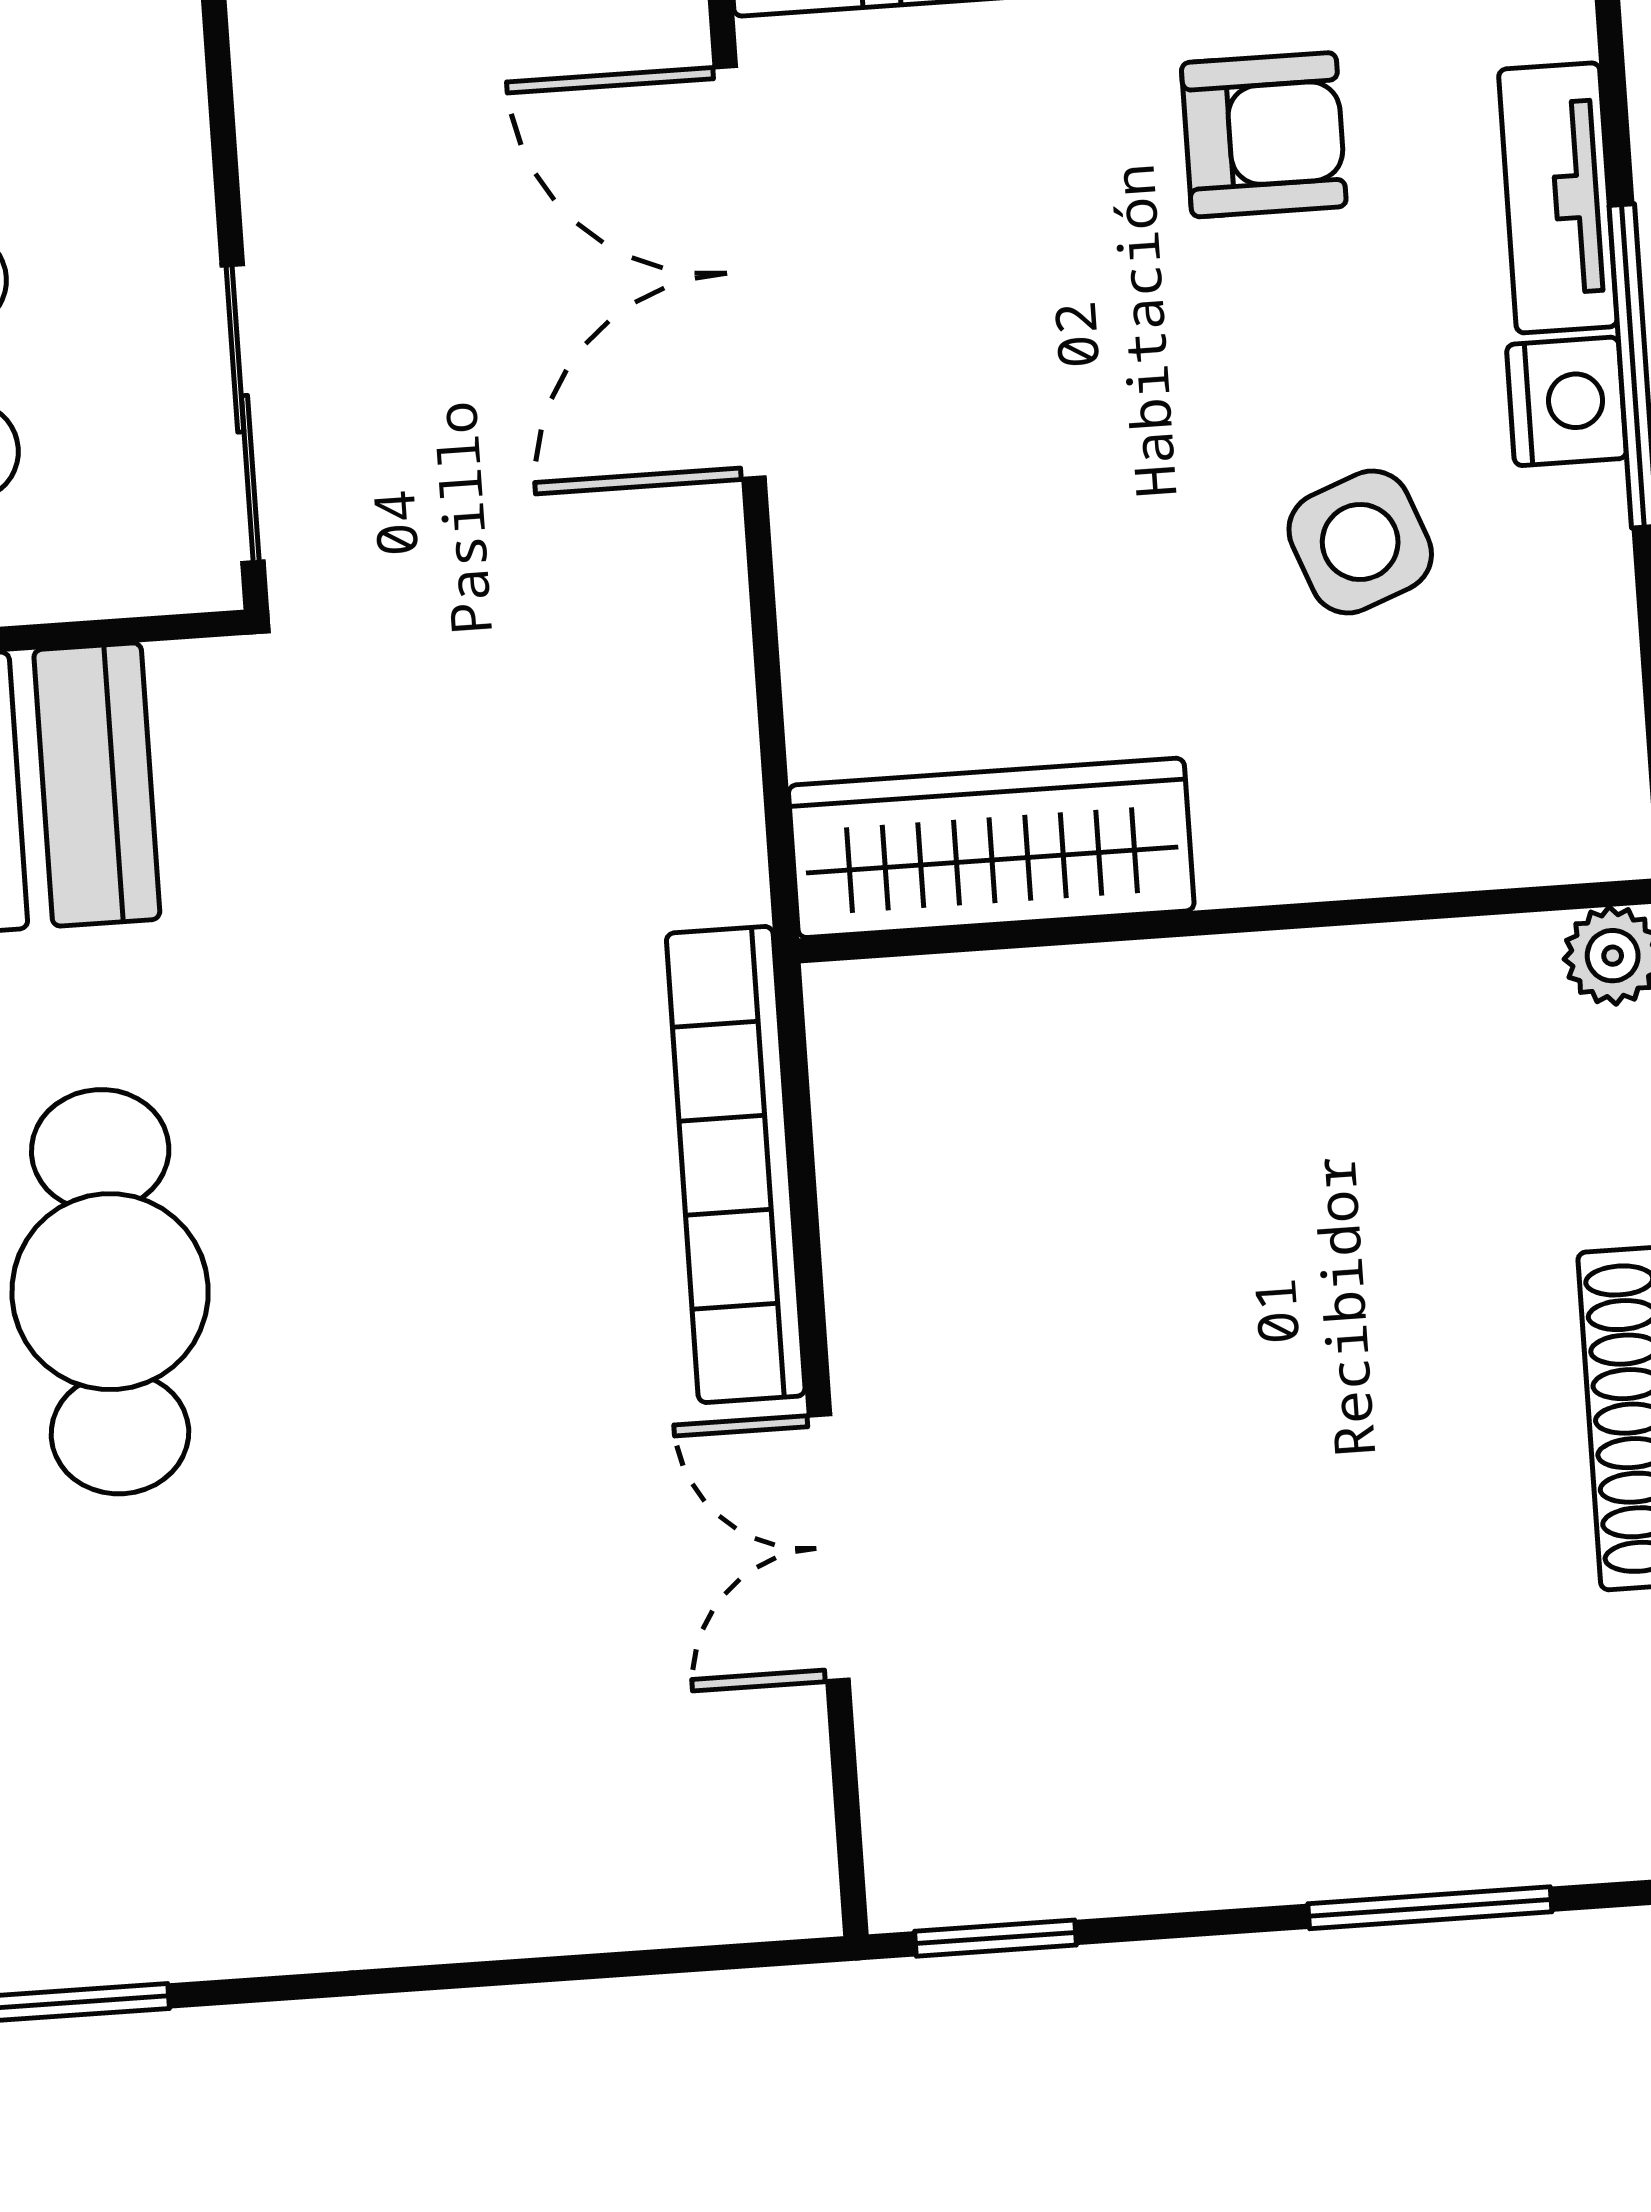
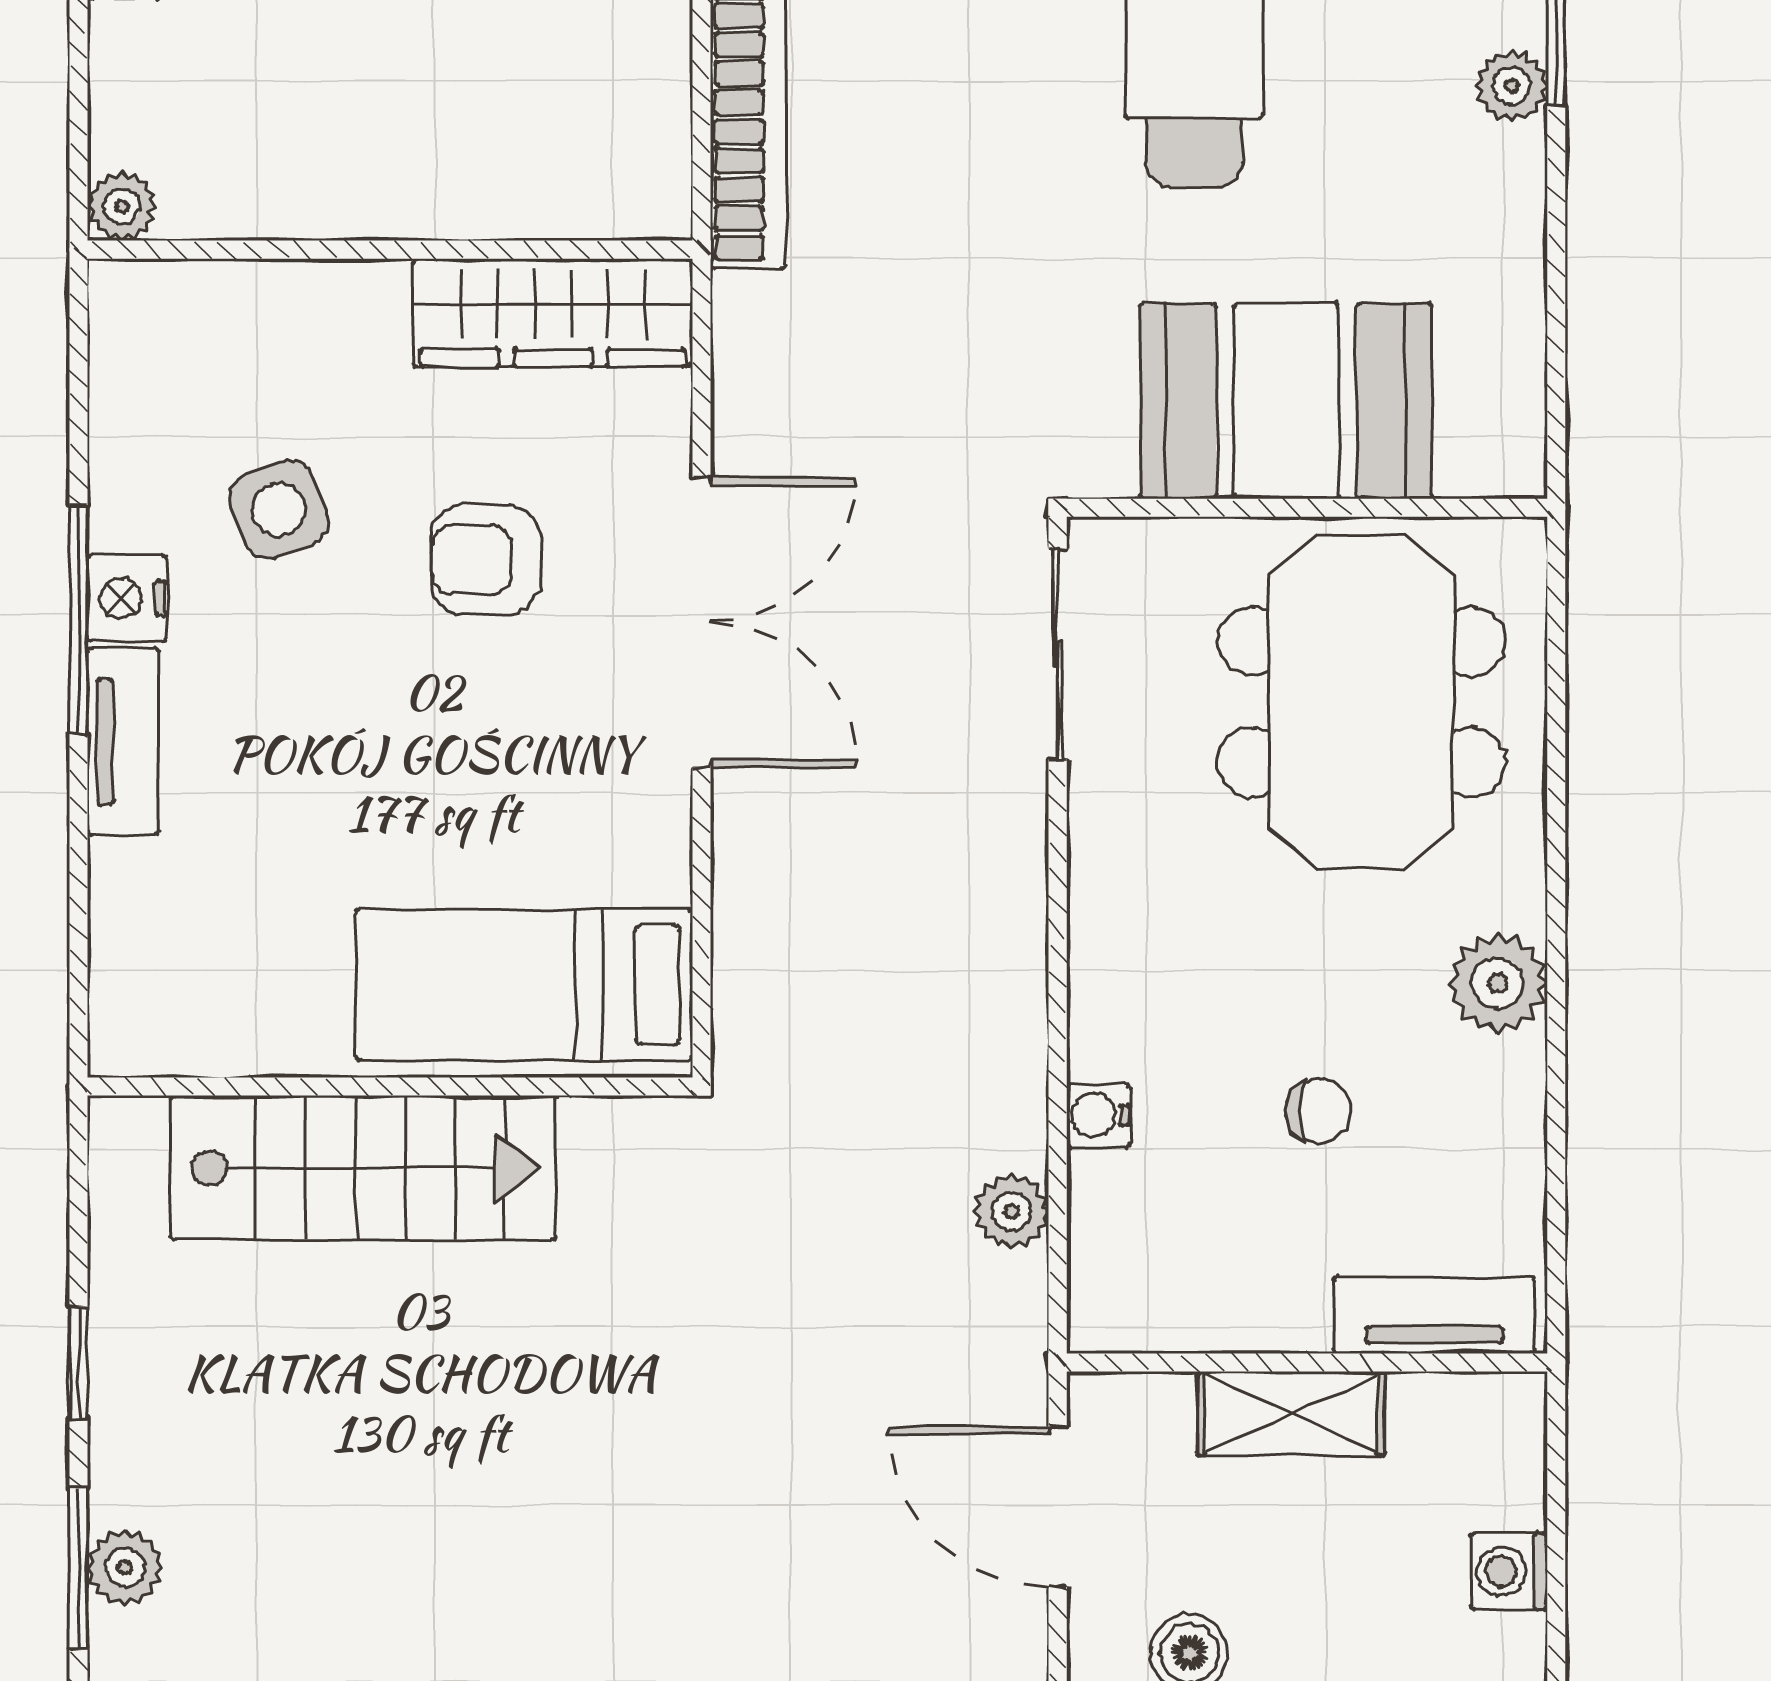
armchair: (1264, 135) -> (485, 560), moved
double door: (740, 273) -> (702, 622), moved

